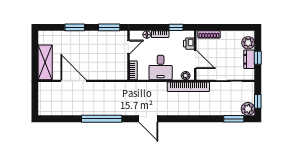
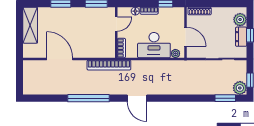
printer: (189, 44) -> (179, 20), removed
shelving: (45, 62) -> (30, 25), moved
desk: (161, 67) -> (154, 45), width x1.37
bookcase: (188, 87) -> (109, 65), moved

